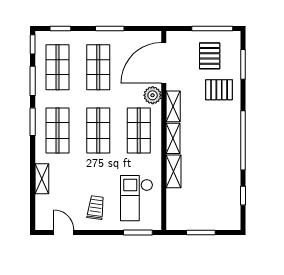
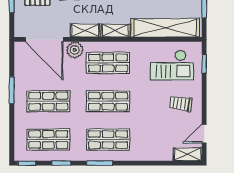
window: (60, 29) -> (12, 137), removed
window: (33, 81) -> (61, 163), width x0.67
shelving: (174, 171) -> (165, 28), width x2.20, depth x1.33
shelving: (42, 179) -> (188, 154), moved
window: (138, 232) -> (204, 64), width x0.67

